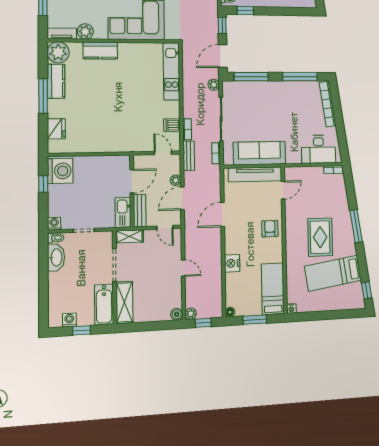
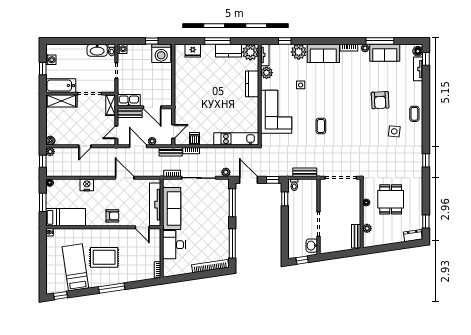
desk: (318, 149) -> (174, 245), moved

